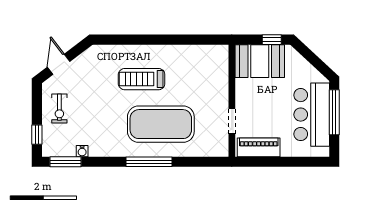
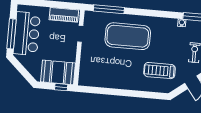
window: (272, 40) -> (61, 87), moved
treadmill: (142, 79) -> (160, 71), moved, turned 180
window: (149, 162) -> (109, 9), moved

